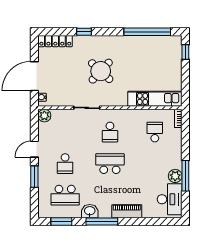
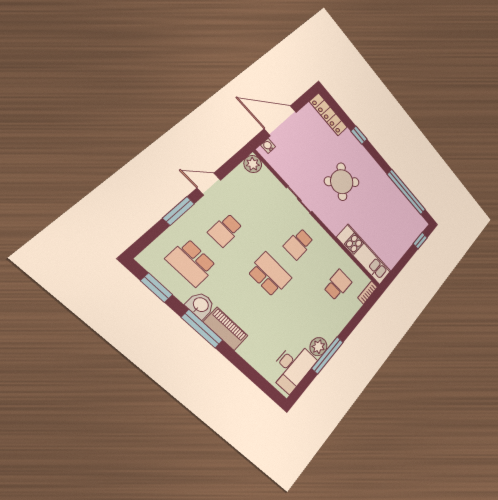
piano: (127, 211) -> (226, 329), moved

